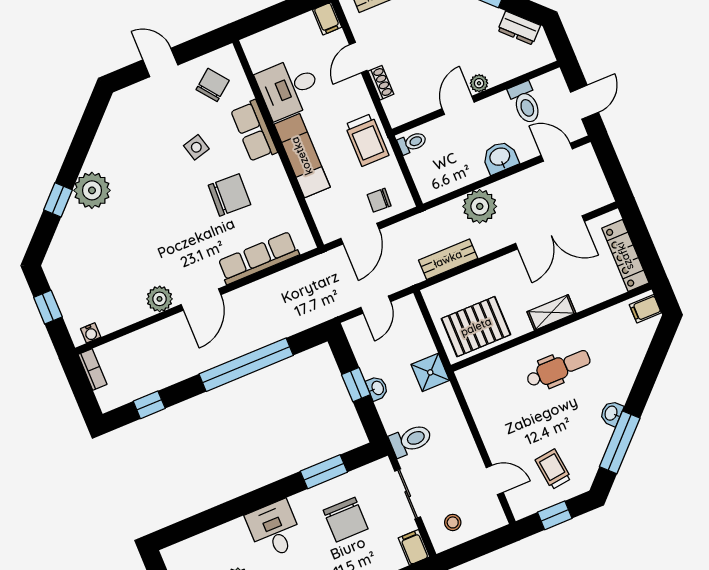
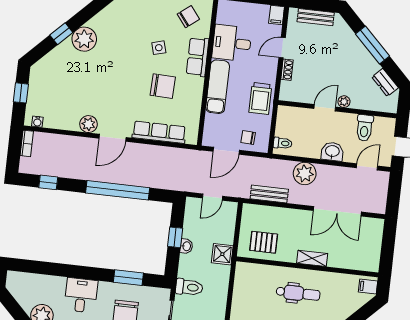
toilet: (412, 143) -> (283, 143), moved
door: (557, 152) -> (367, 167), hinge flipped
locker: (625, 256) -> (374, 249), removed
pallet: (476, 327) -> (264, 242), width x0.67, depth x0.71

